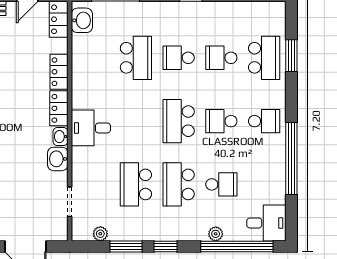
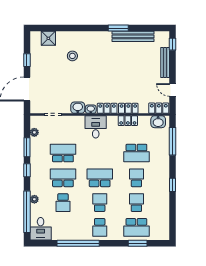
locker: (80, 73) -> (128, 121), added

